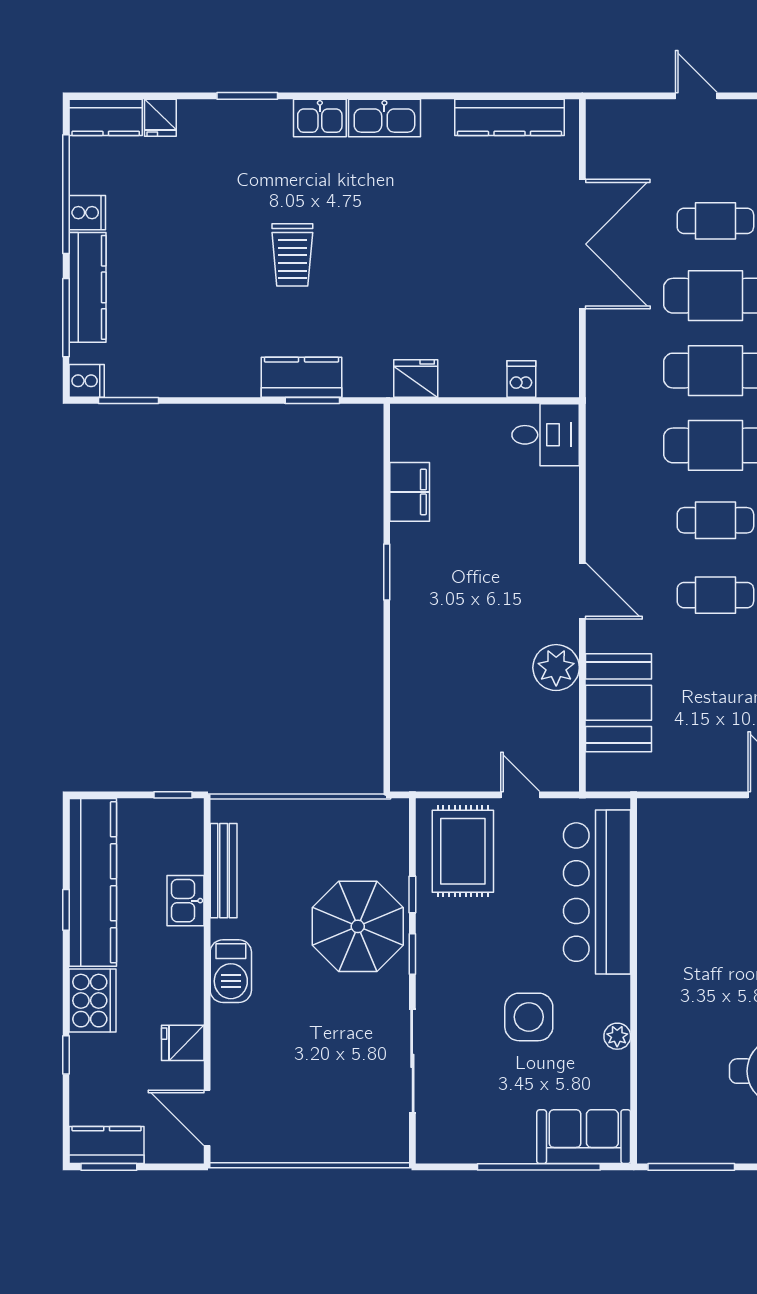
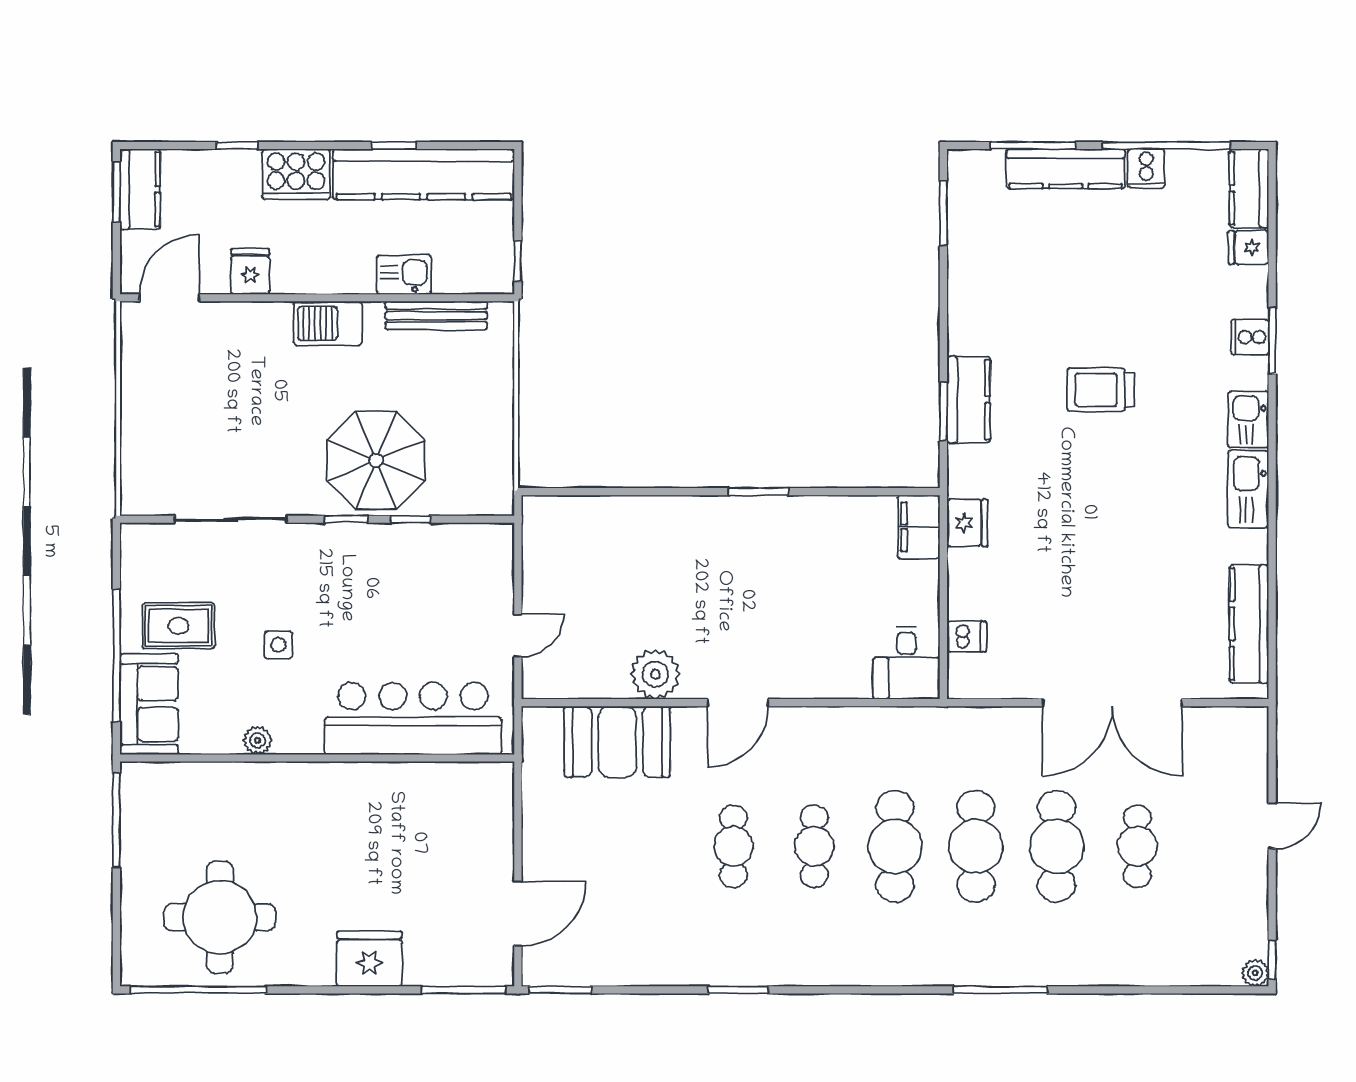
cooker: (87, 381) -> (1250, 337), moved, turned 90
filing cabinet: (410, 492) -> (919, 527), moved, turned 90
rug: (463, 851) -> (178, 626), moved, width x0.73, depth x0.70
side table: (529, 1017) -> (278, 645), width x0.54, depth x0.54

